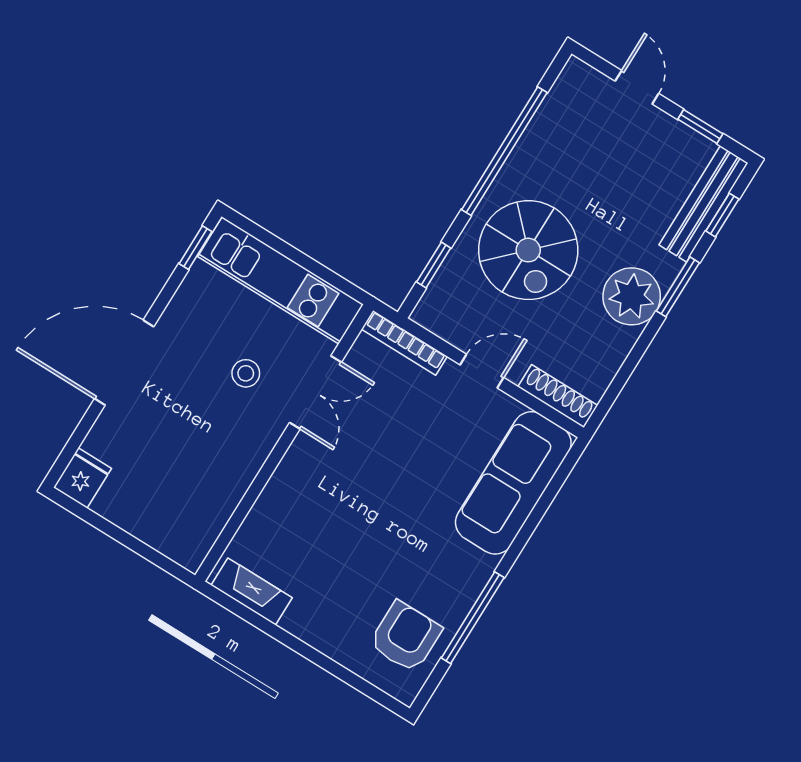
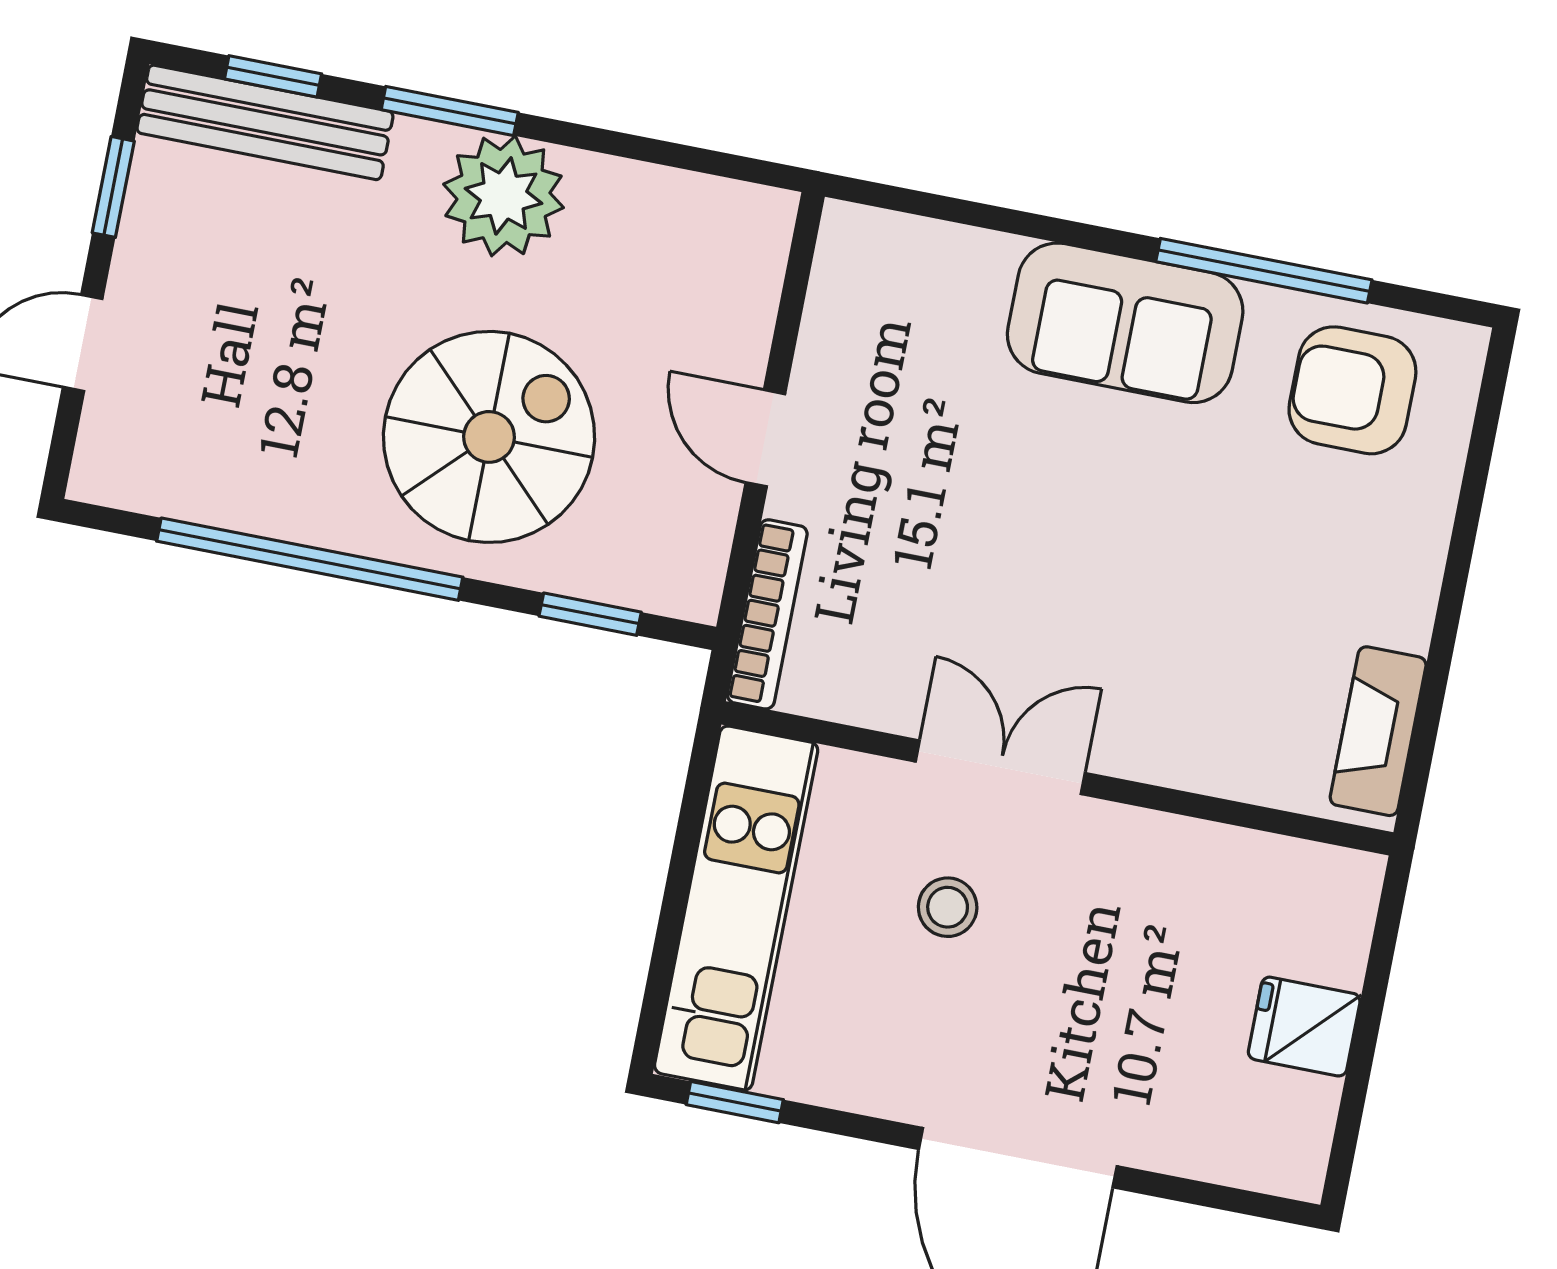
double door: (315, 392) -> (1000, 767), moved
shoe rack: (558, 396) -> (758, 268), removed
fridge: (82, 478) -> (1304, 1027), moved
sofa: (513, 483) -> (1125, 323), moved, width x0.73

